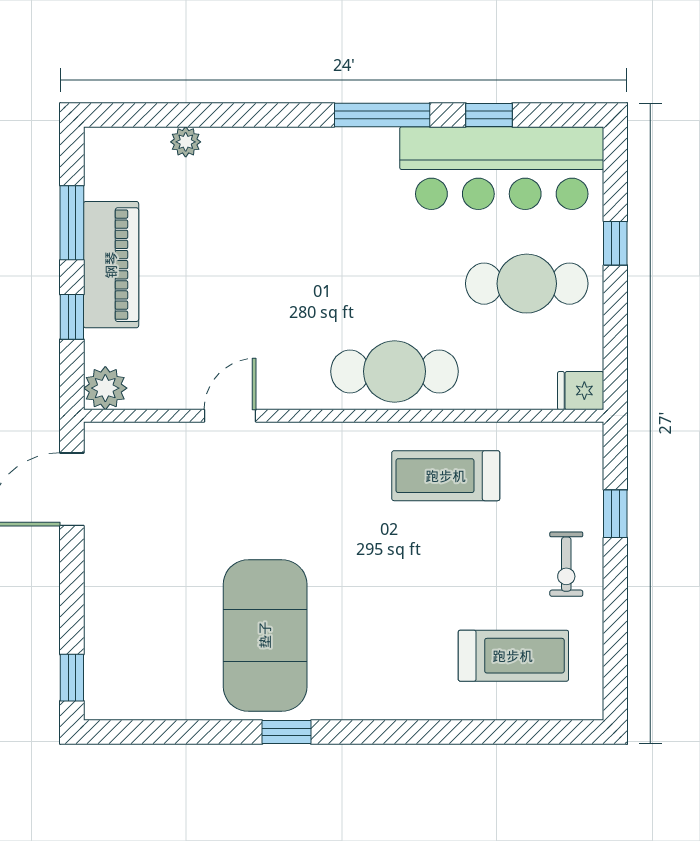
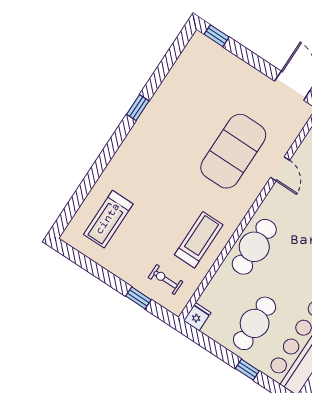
exercise bike: (566, 564) -> (166, 280), moved
exercise mat: (265, 635) -> (233, 151), moved, turned 90

